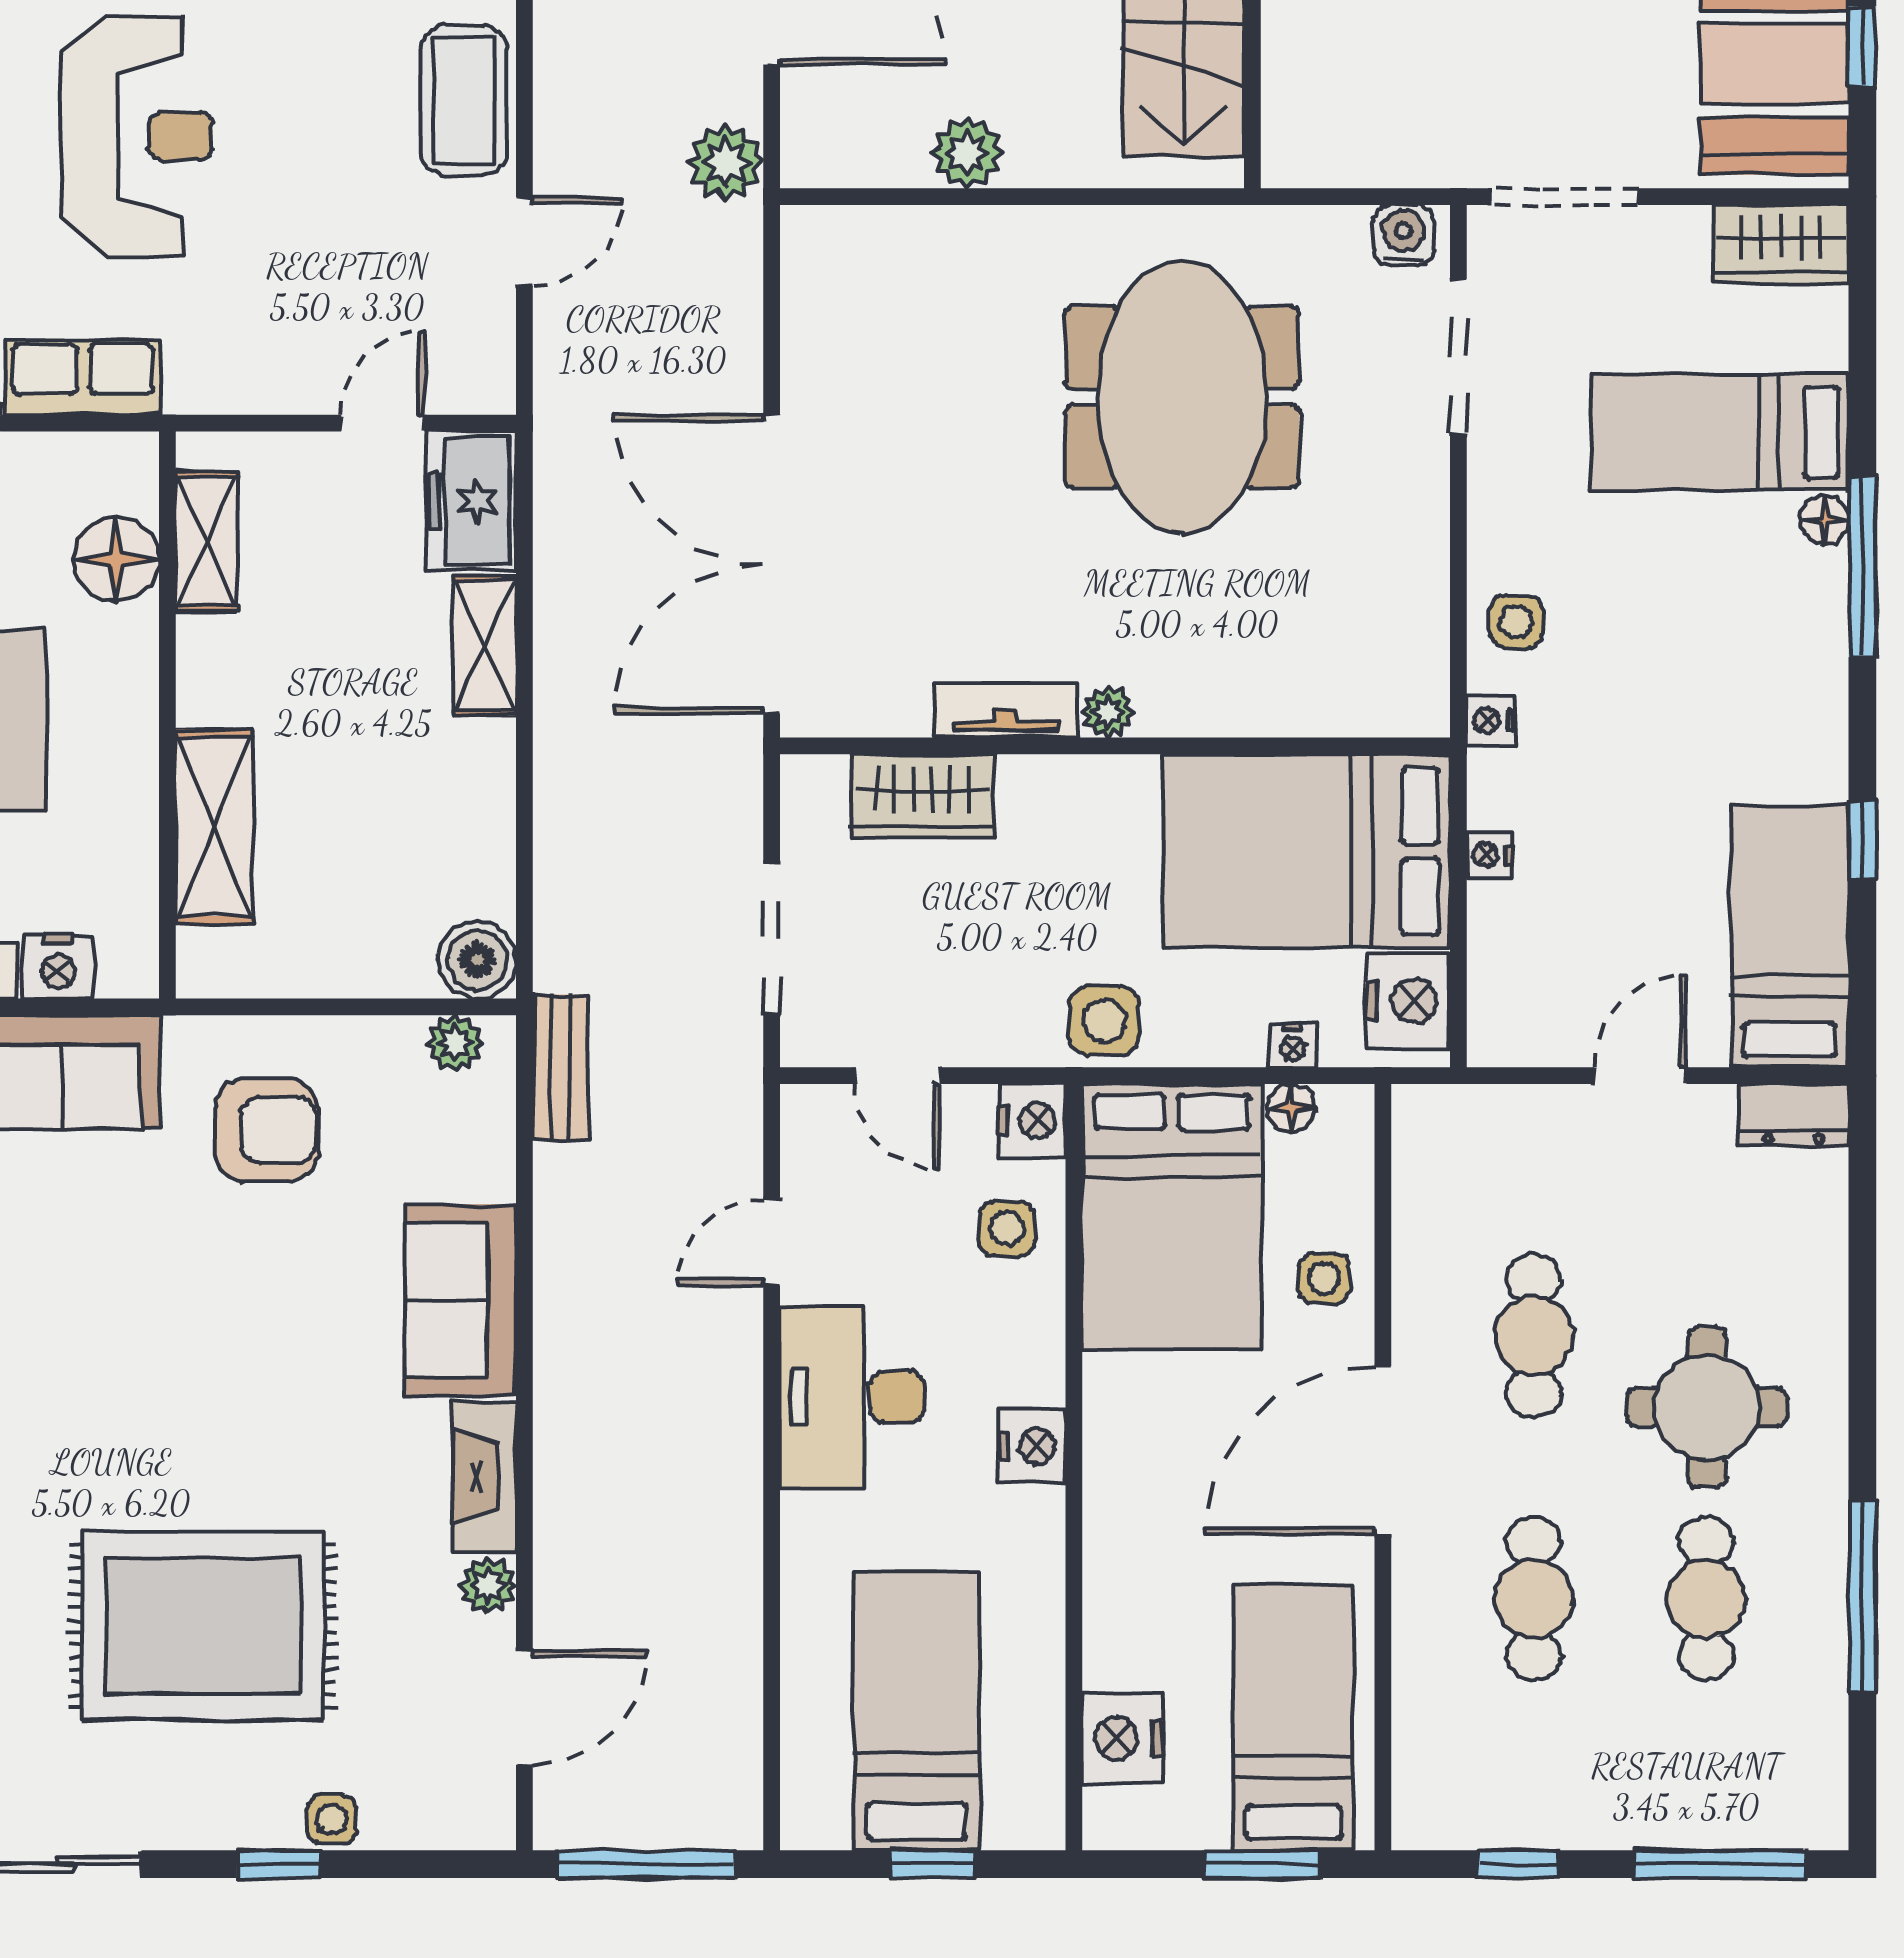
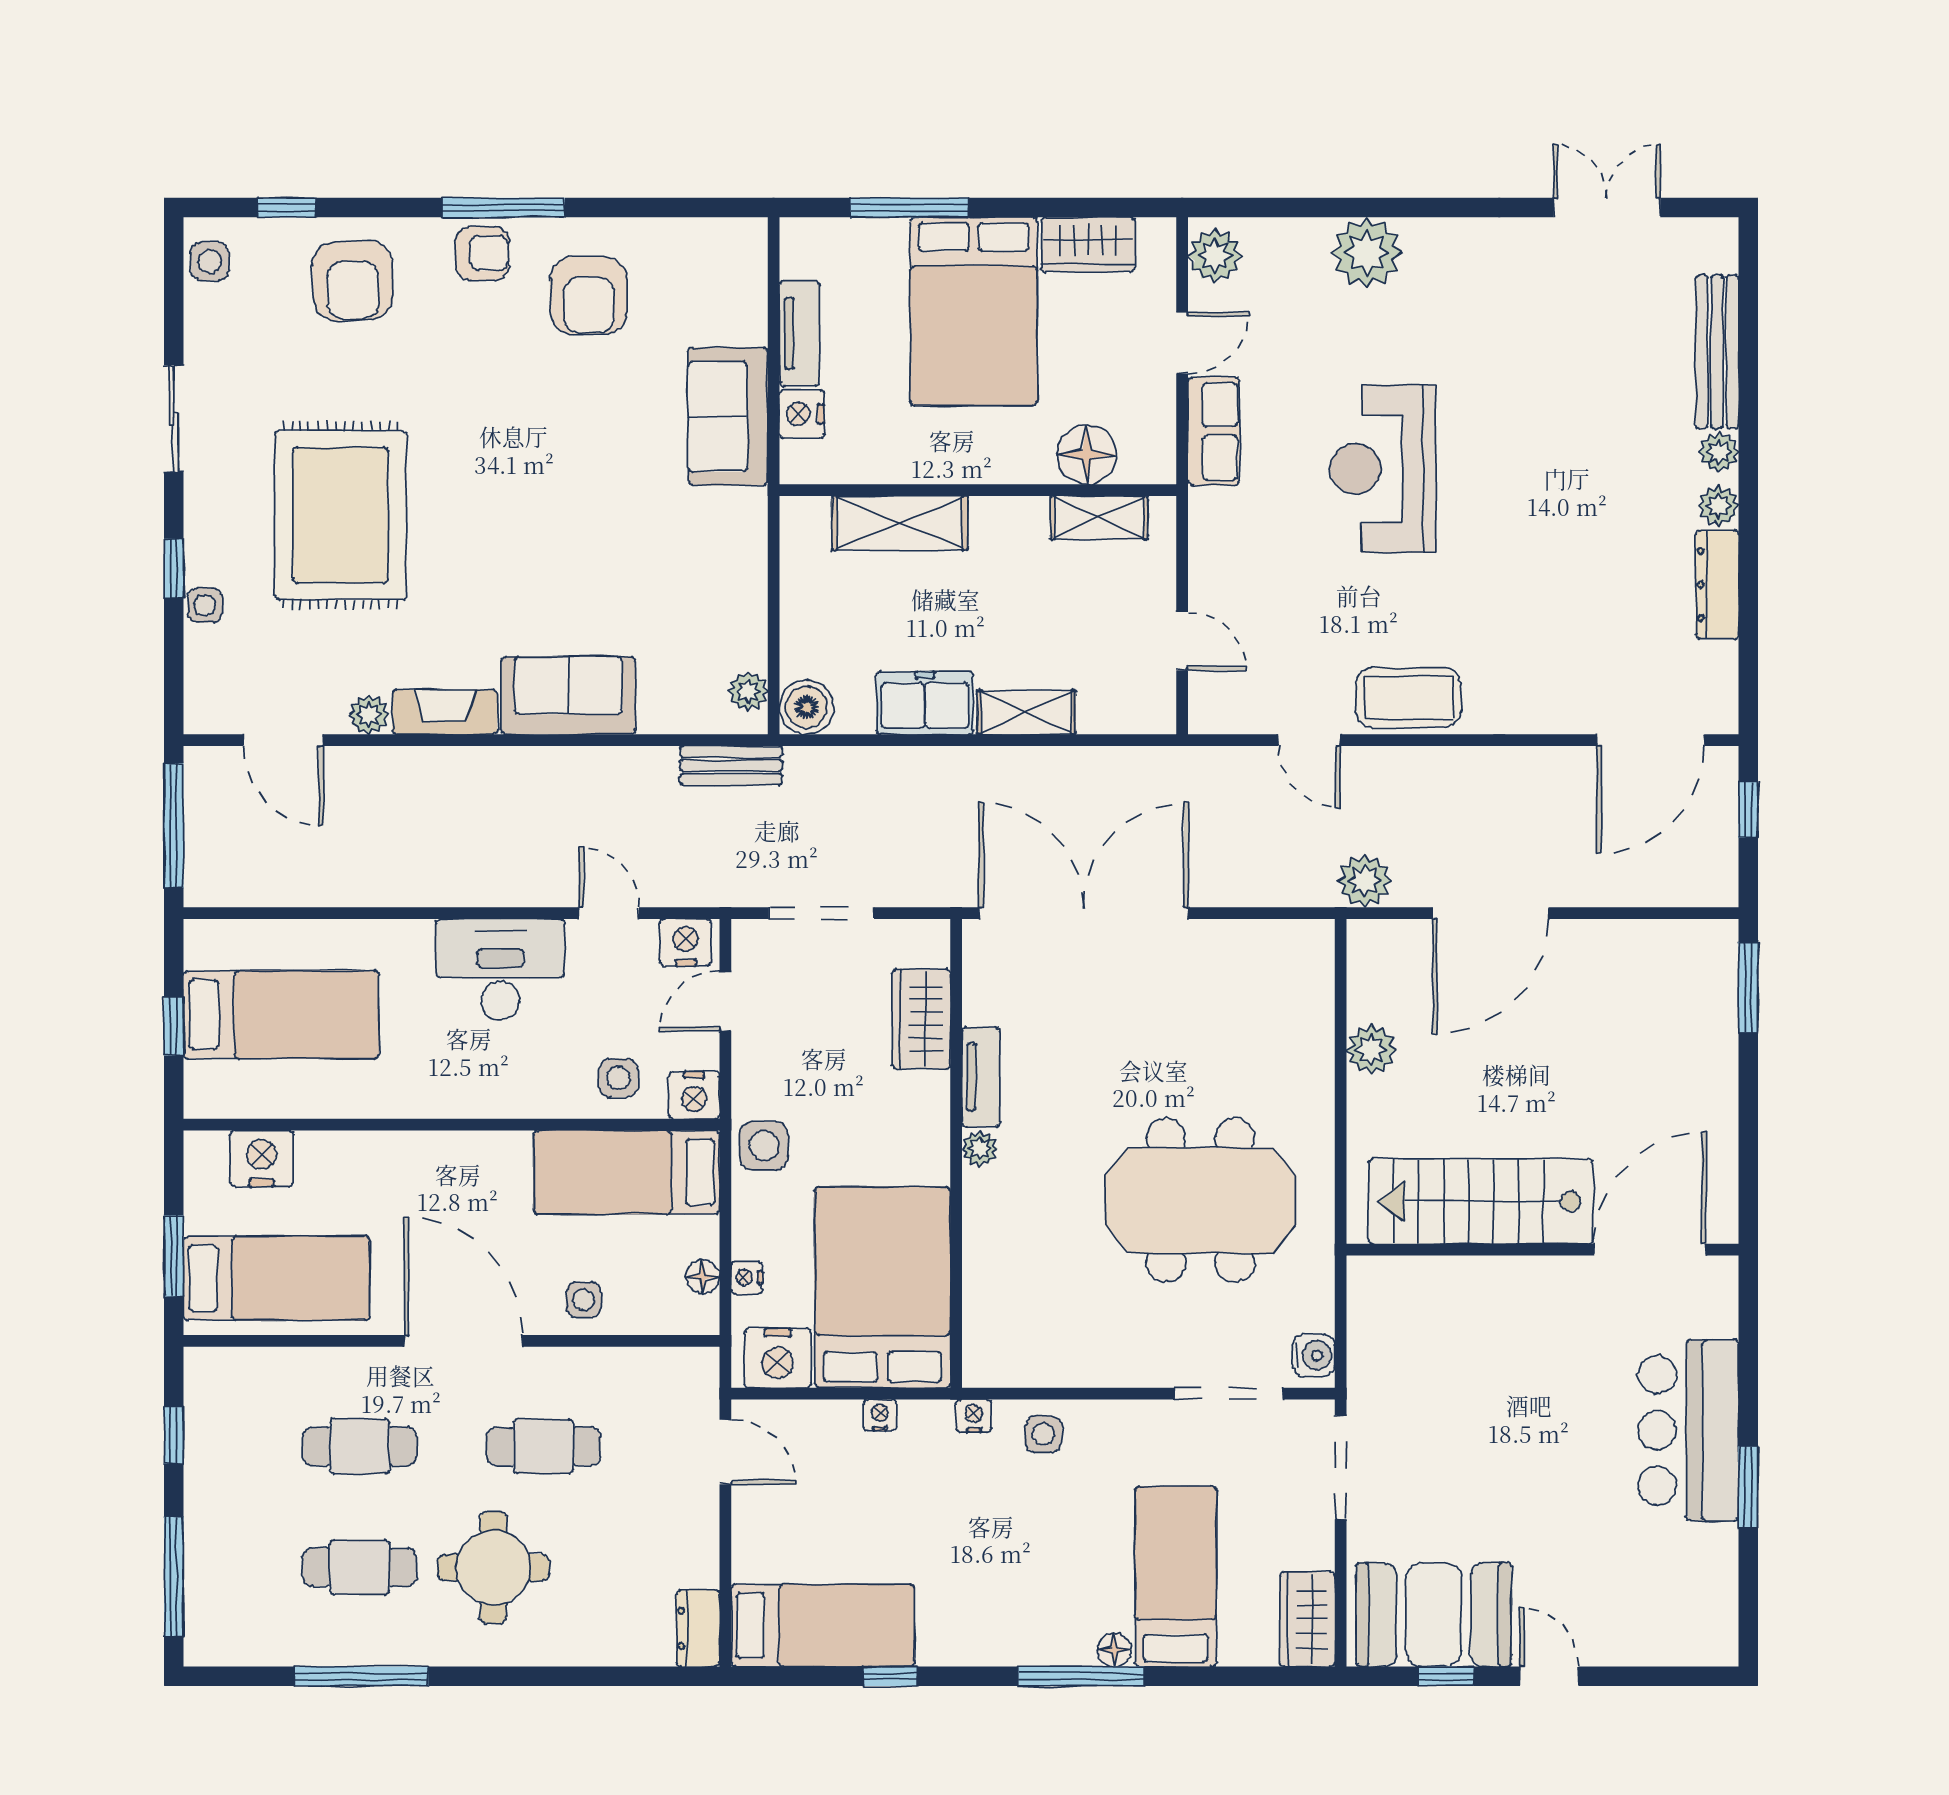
reception desk: (137, 136) -> (1383, 469), turned 90
freezer: (471, 501) -> (925, 703), moved
door: (1640, 1076) -> (725, 1452), moved
armchair: (266, 1130) -> (688, 559), removed
bed: (1172, 1217) -> (627, 1172), width x0.67
nightstand: (1032, 1446) -> (686, 942), moved, turned 180

